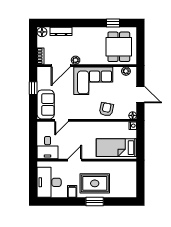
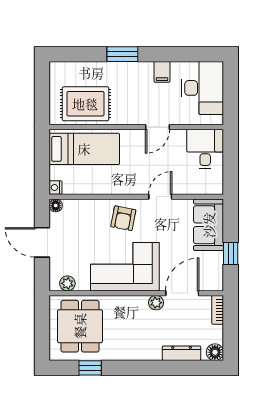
armchair: (106, 109) -> (123, 218), moved
door: (61, 120) -> (160, 197), moved
rug: (95, 183) -> (85, 104), moved

